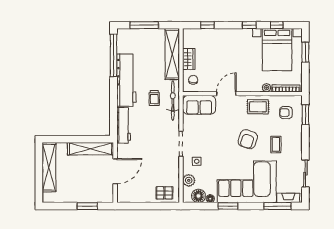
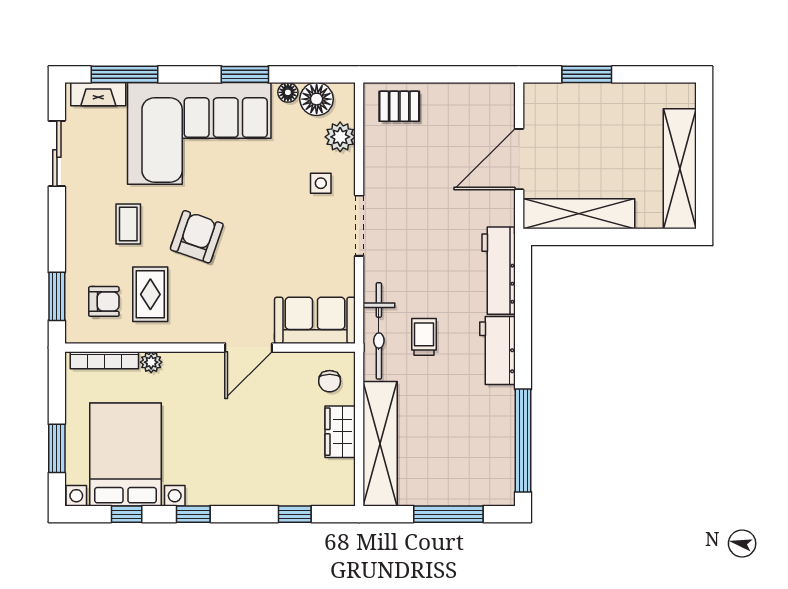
workbench: (126, 80) -> (497, 351), width x0.53, depth x0.76
rug: (258, 107) -> (150, 294), moved, turned 90

